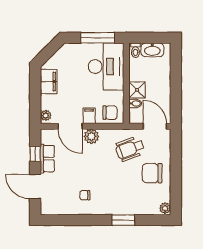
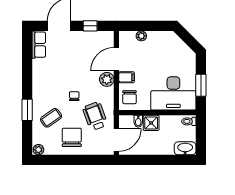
window: (98, 38) -> (201, 85), width x0.69
washbasin: (152, 50) -> (185, 148), moved, turned 90
filing cabinet: (49, 82) -> (159, 39), removed
plant: (46, 116) -> (141, 36), moved
row of seats: (47, 159) -> (39, 45), moved, turned -90
chair: (85, 195) -> (74, 96), moved
coffee table: (132, 195) -> (51, 118), added

